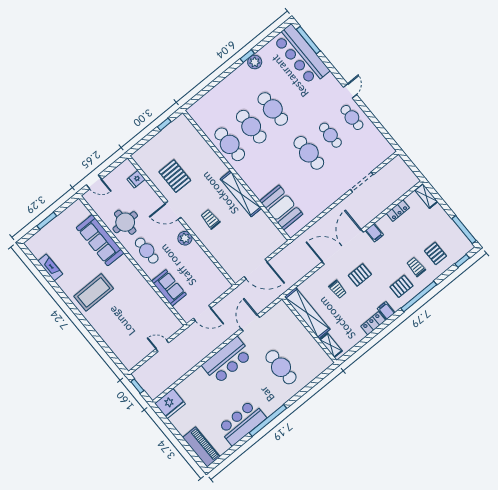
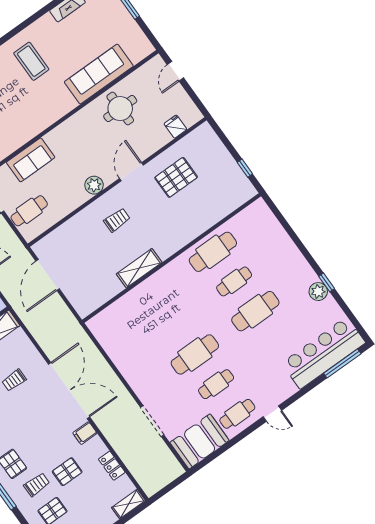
cafe table: (251, 127) -> (234, 281), width x0.73, depth x0.74
shelving: (241, 194) -> (139, 268), width x0.68
booth: (281, 208) -> (200, 441), moved
cafe table: (147, 251) -> (29, 211), moved
pallet: (360, 275) -> (67, 472), moved, turned 90
coffee table: (94, 292) -> (31, 61), width x0.73, depth x0.76

